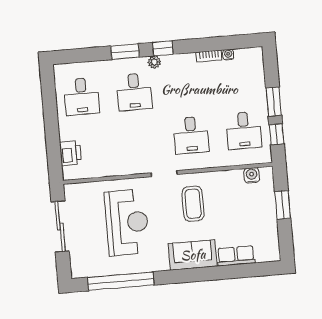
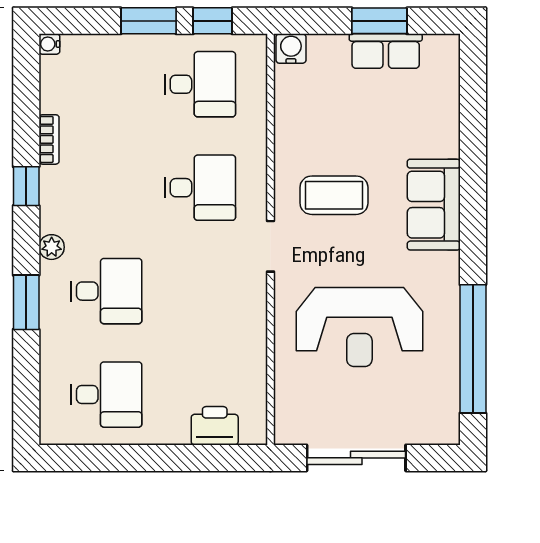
window: (163, 48) -> (26, 186), moved
water cooler: (228, 55) -> (49, 44), moved
water cooler: (252, 175) -> (291, 49), moved, turned 90
window: (283, 205) -> (379, 21), moved
reception desk: (127, 222) -> (359, 327), turned 180
row of seats: (236, 256) -> (386, 51), moved, turned -90

